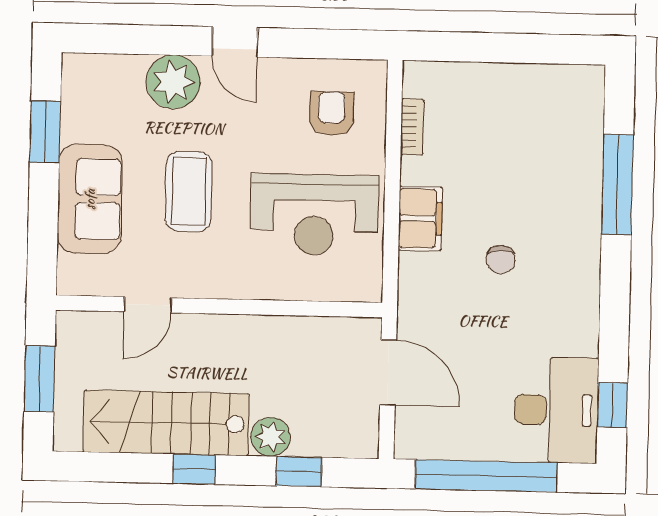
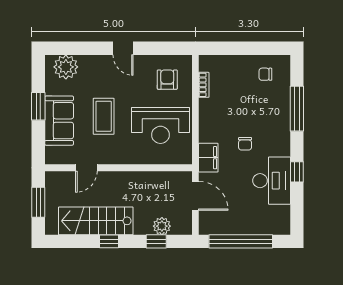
plant: (173, 82) -> (66, 67), moved
chair: (549, 106) -> (265, 74), added
window: (45, 132) -> (38, 106), moved
filing cabinet: (420, 218) -> (208, 158), moved
window: (612, 405) -> (297, 172), moved
desk: (556, 410) -> (272, 181), moved
plant: (271, 437) -> (162, 226), moved

